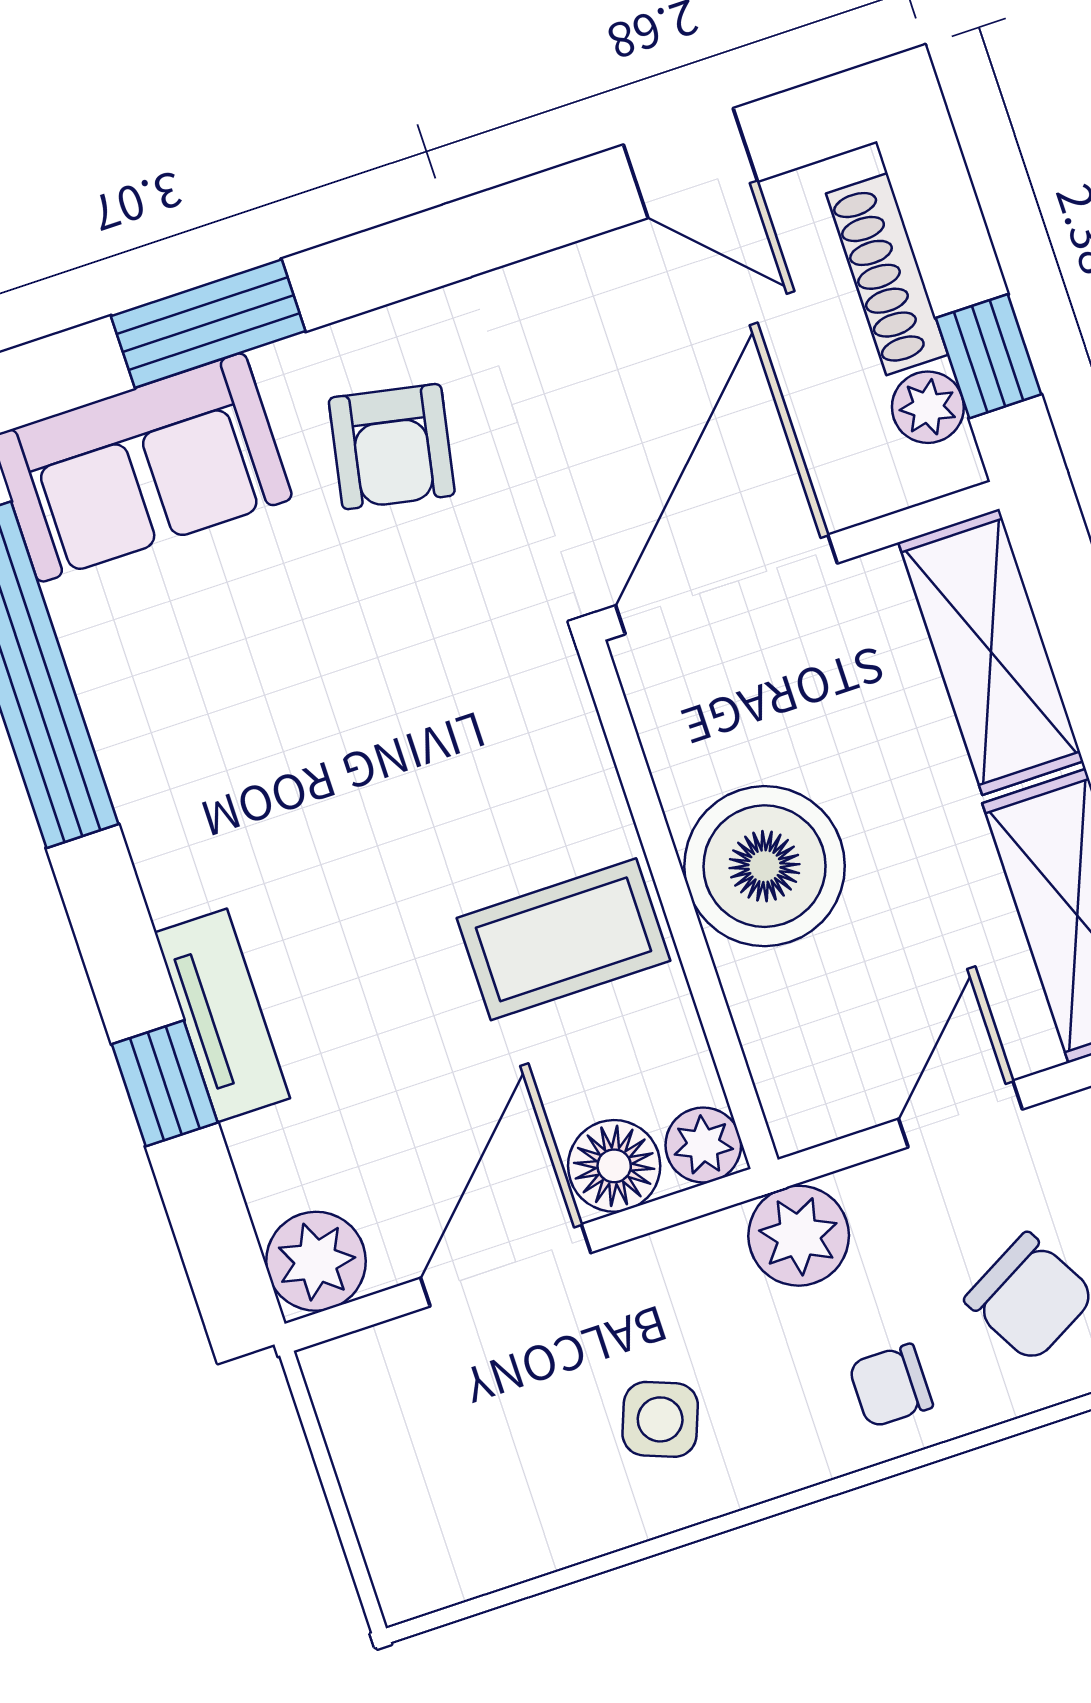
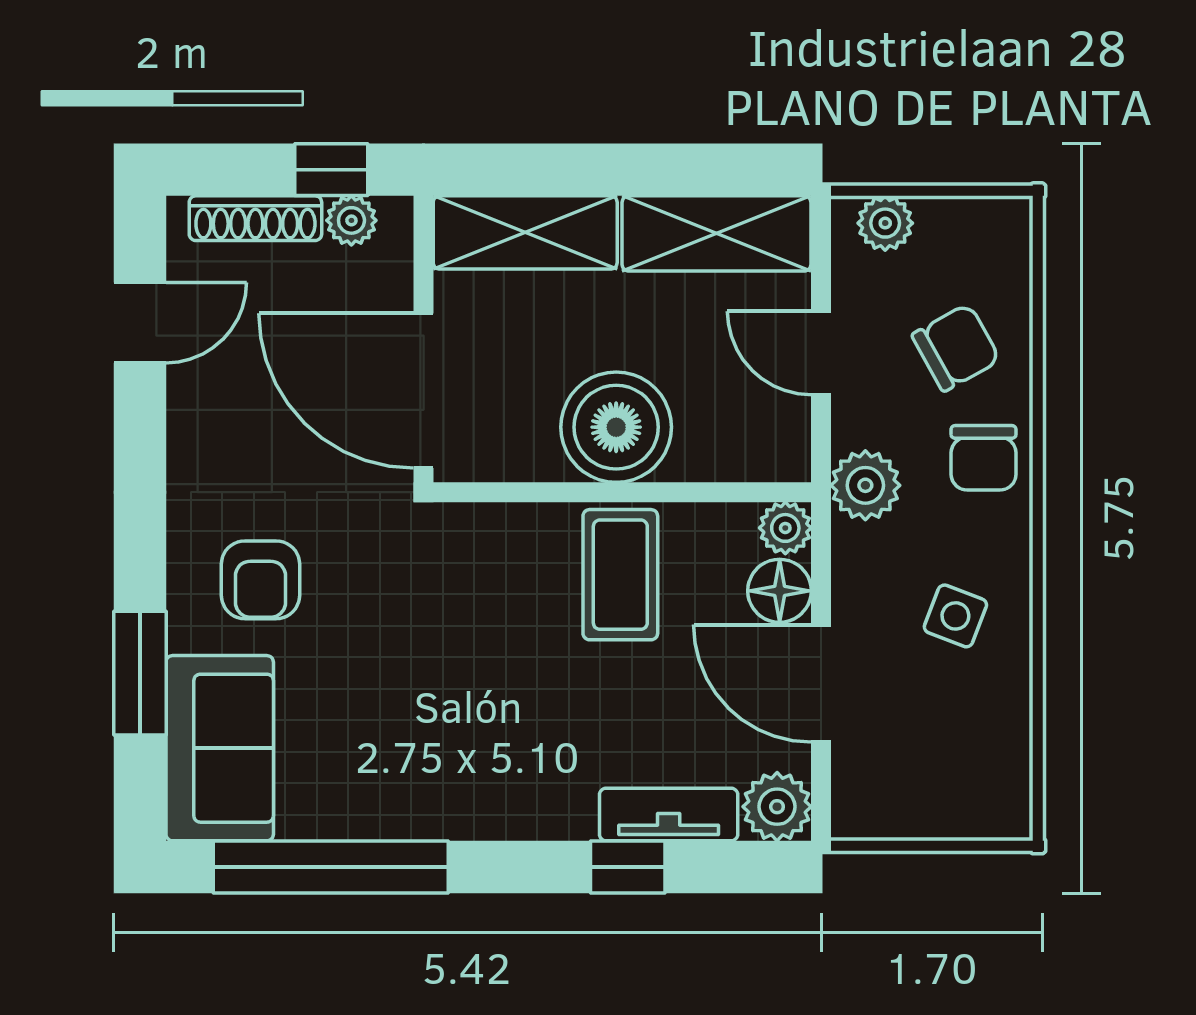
armchair: (392, 447) -> (260, 580), turned 79
tv unit: (222, 1015) -> (669, 815), moved
chair: (891, 1386) -> (984, 458), width x1.37, depth x1.37

